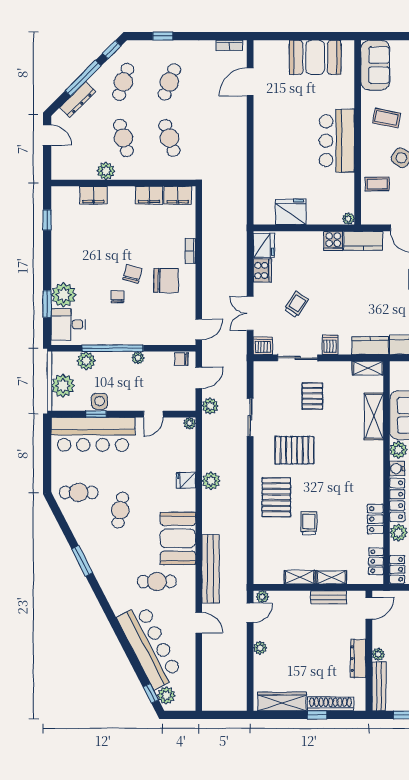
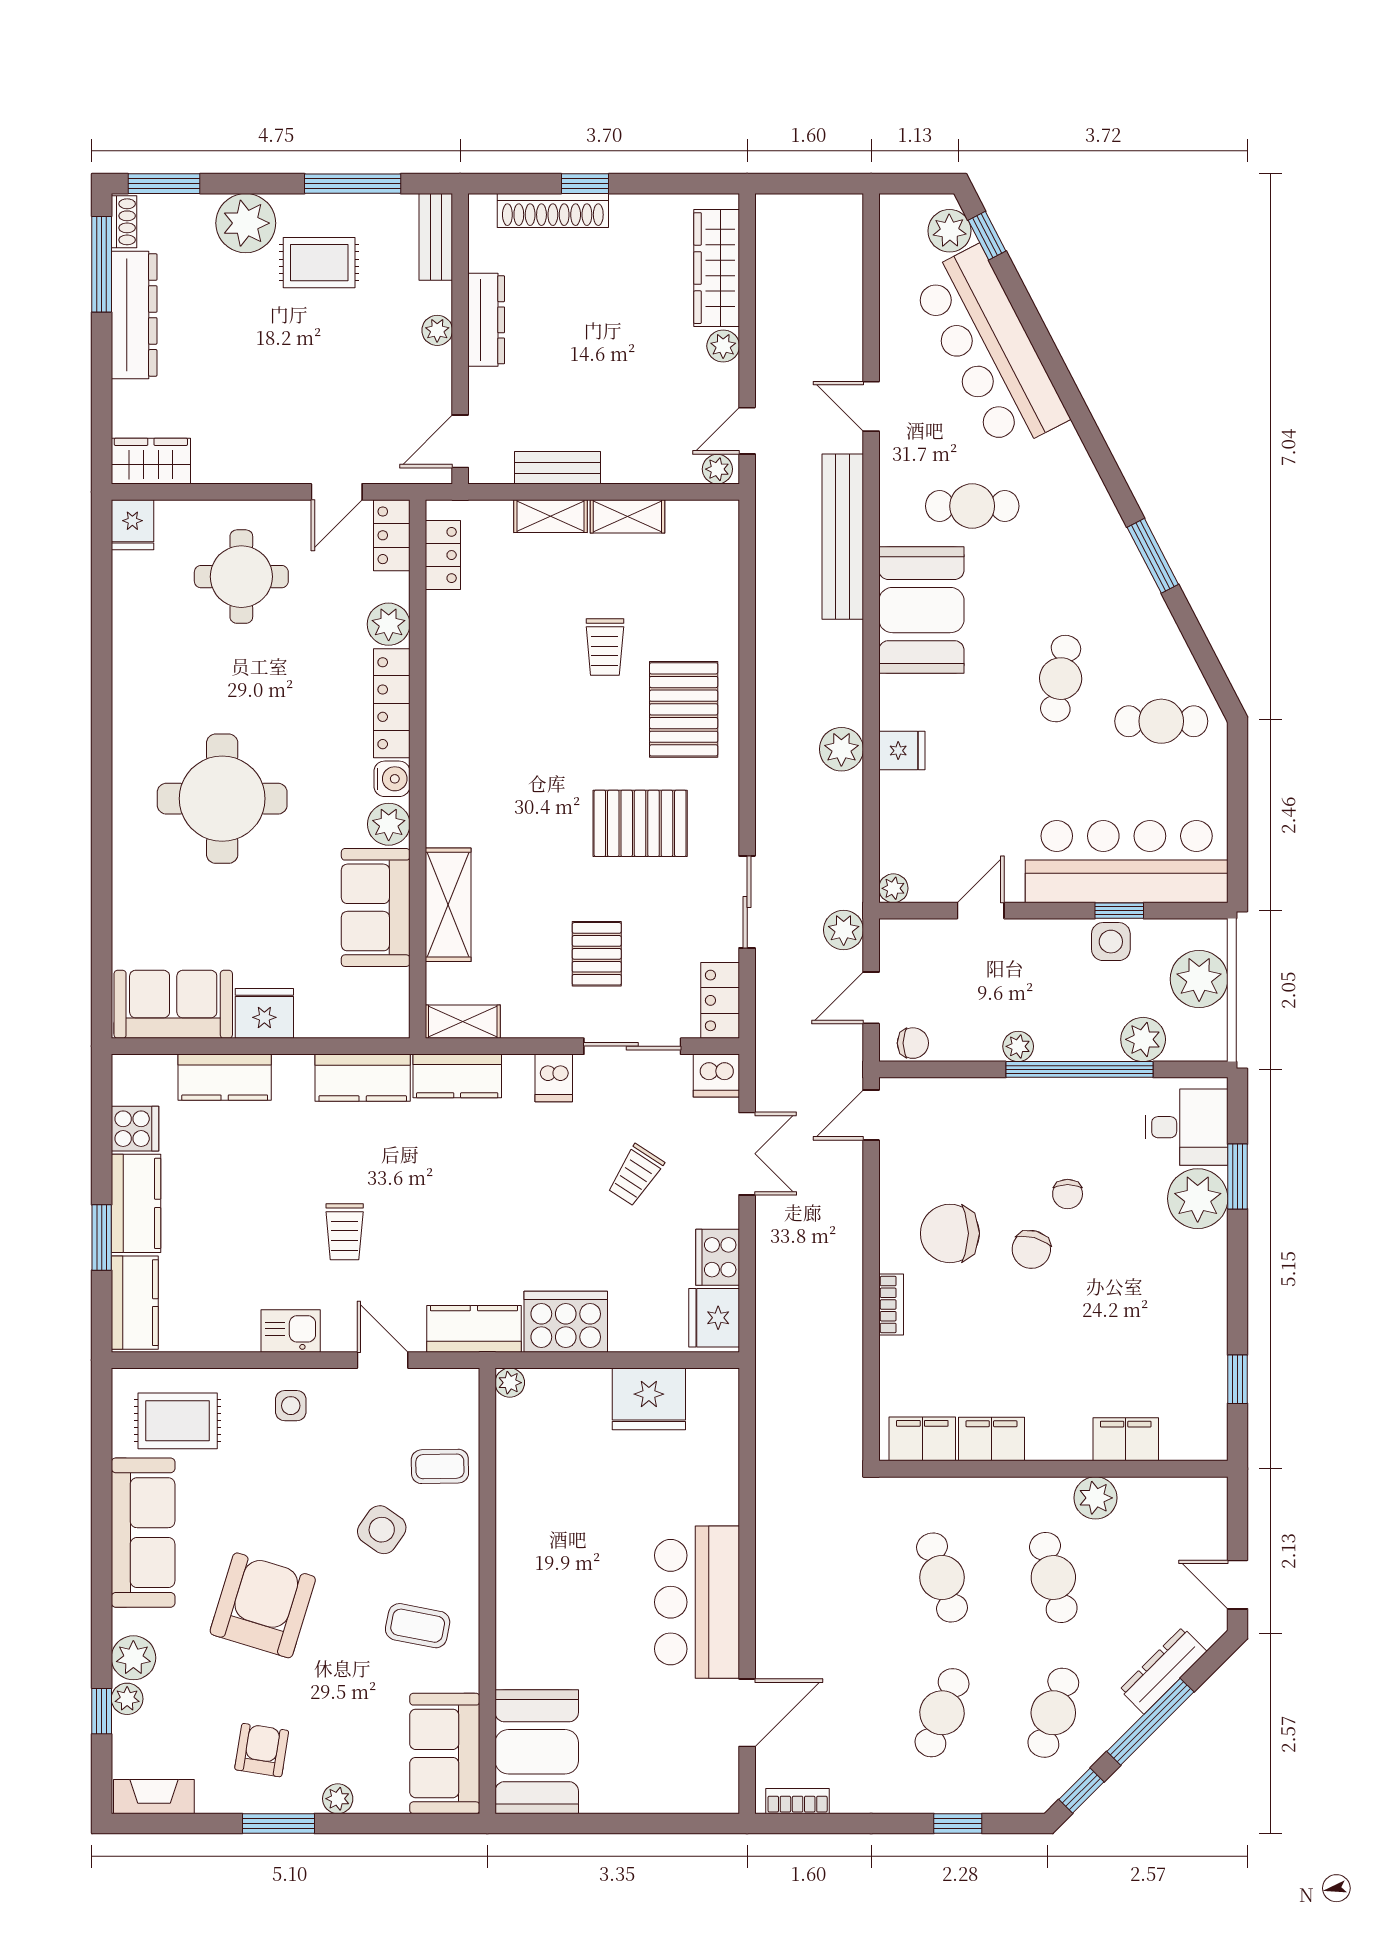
booth: (315, 57) -> (537, 1752), moved, turned 90
bar counter: (337, 141) -> (697, 1602), moved, turned 180
cooker: (333, 241) -> (566, 1322), width x1.87, depth x1.31
locker: (375, 519) -> (720, 1000), moved, turned 180
bench: (379, 686) -> (436, 237), width x0.73
wardrobe: (282, 702) -> (717, 268), moved, turned 90

